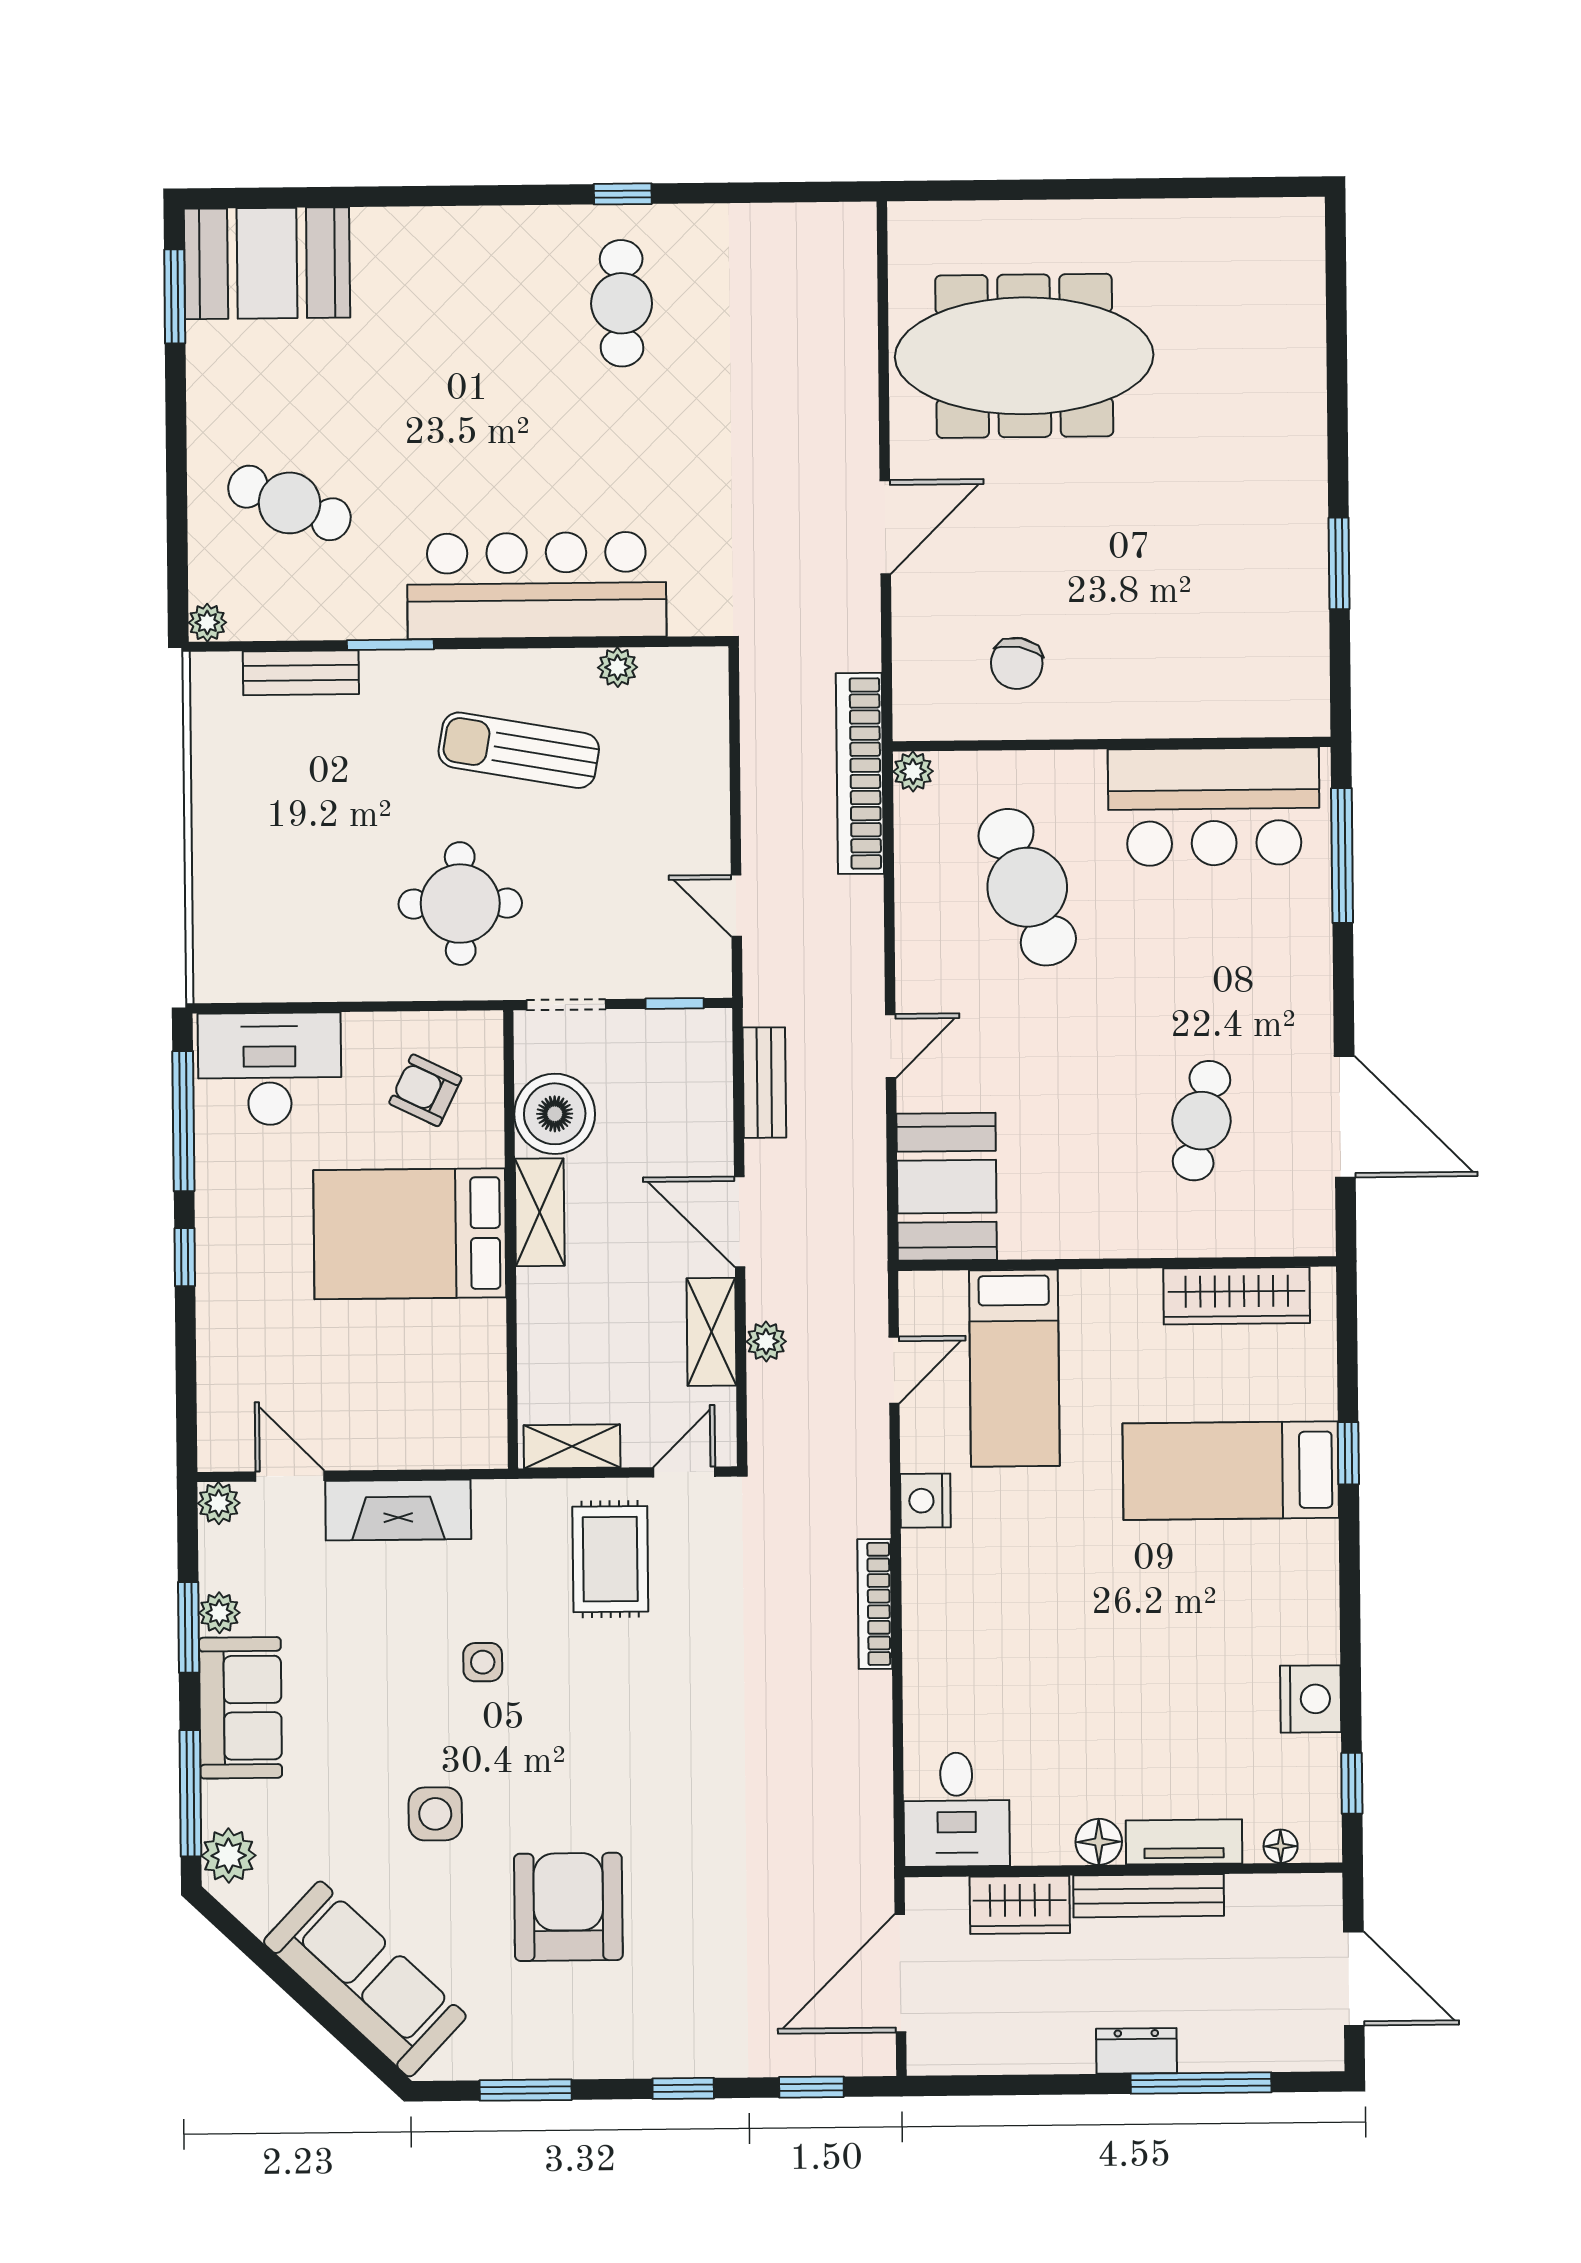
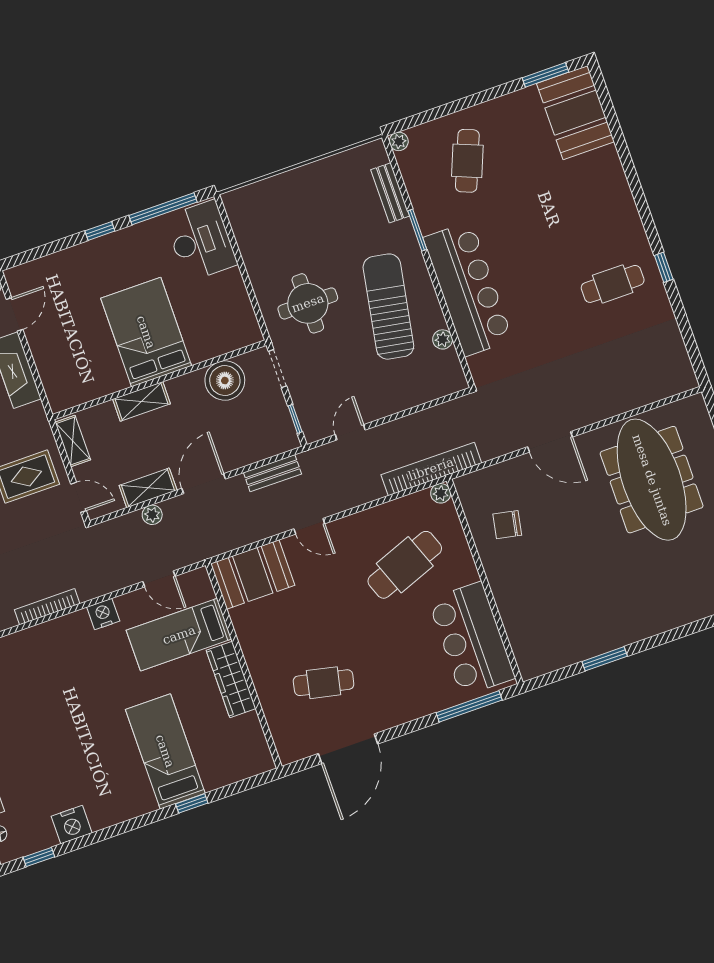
sun lounger: (519, 750) -> (388, 307), width x1.36, depth x1.34
armchair: (425, 1090) -> (215, 317), removed
shelving: (540, 1212) -> (141, 401), moved
wardrobe: (1237, 1296) -> (231, 679), moved

